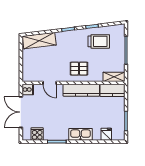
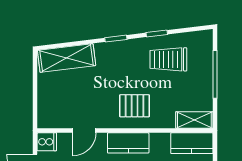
trolley: (99, 41) -> (168, 59), turned 180
door: (50, 83) -> (84, 131), hinge flipped
kitchen counter: (81, 90) -> (128, 143), width x0.67

